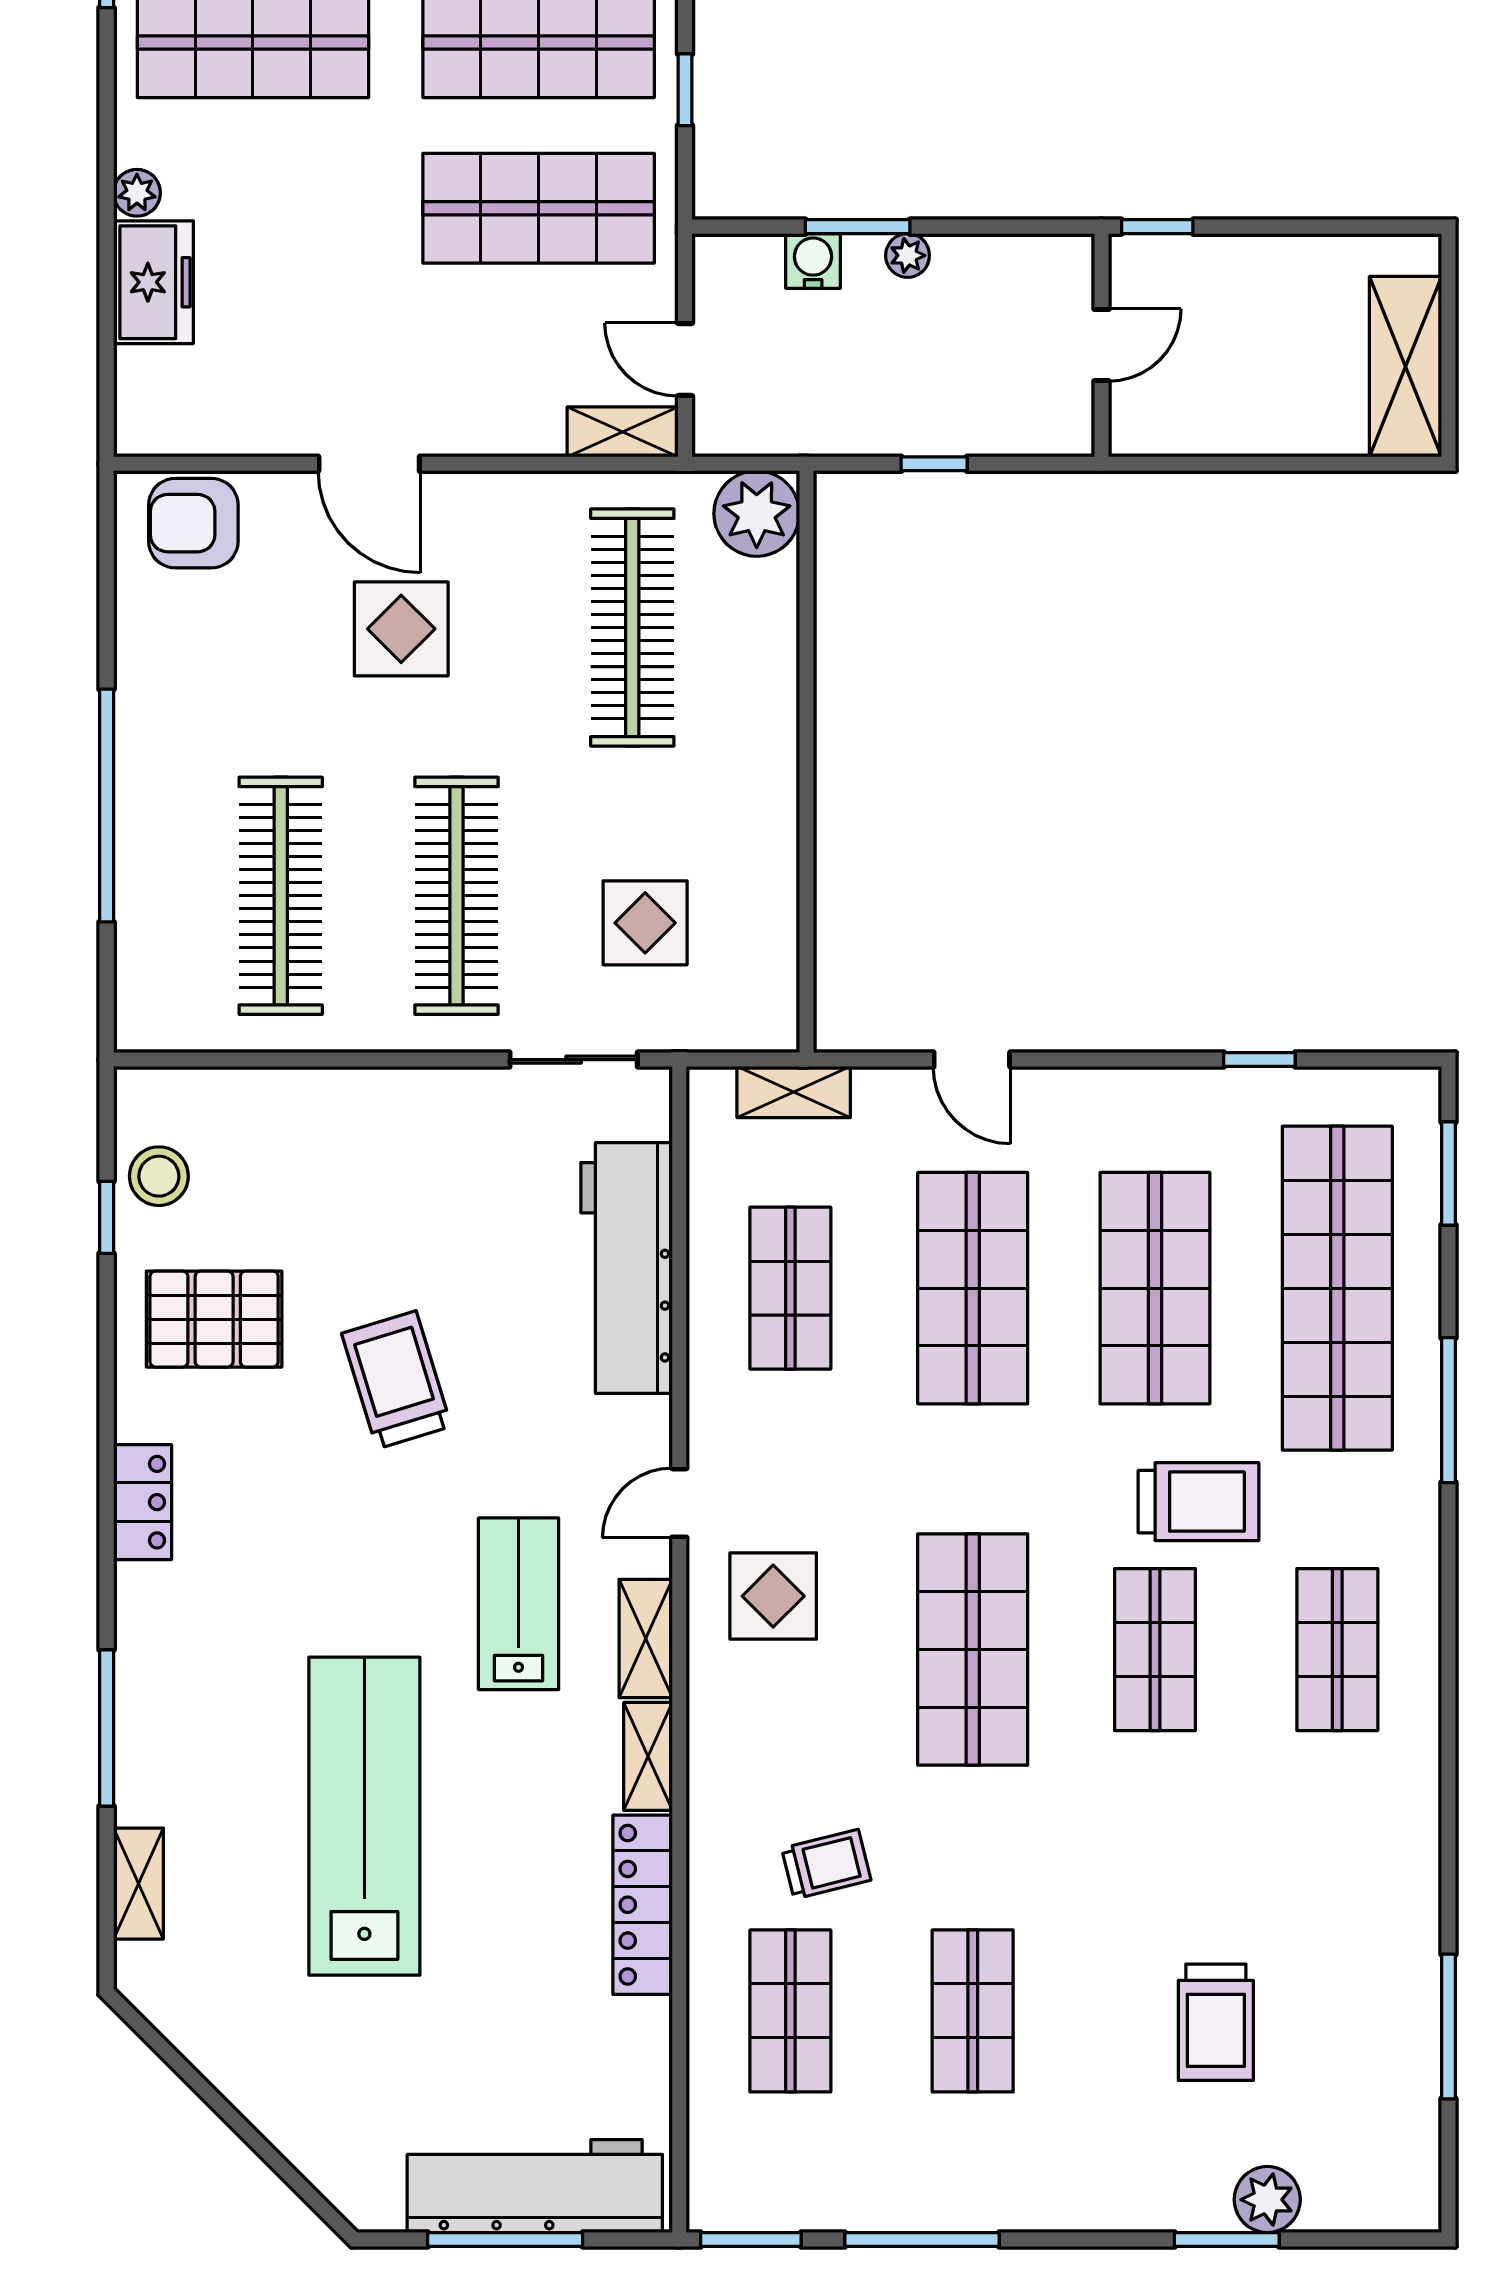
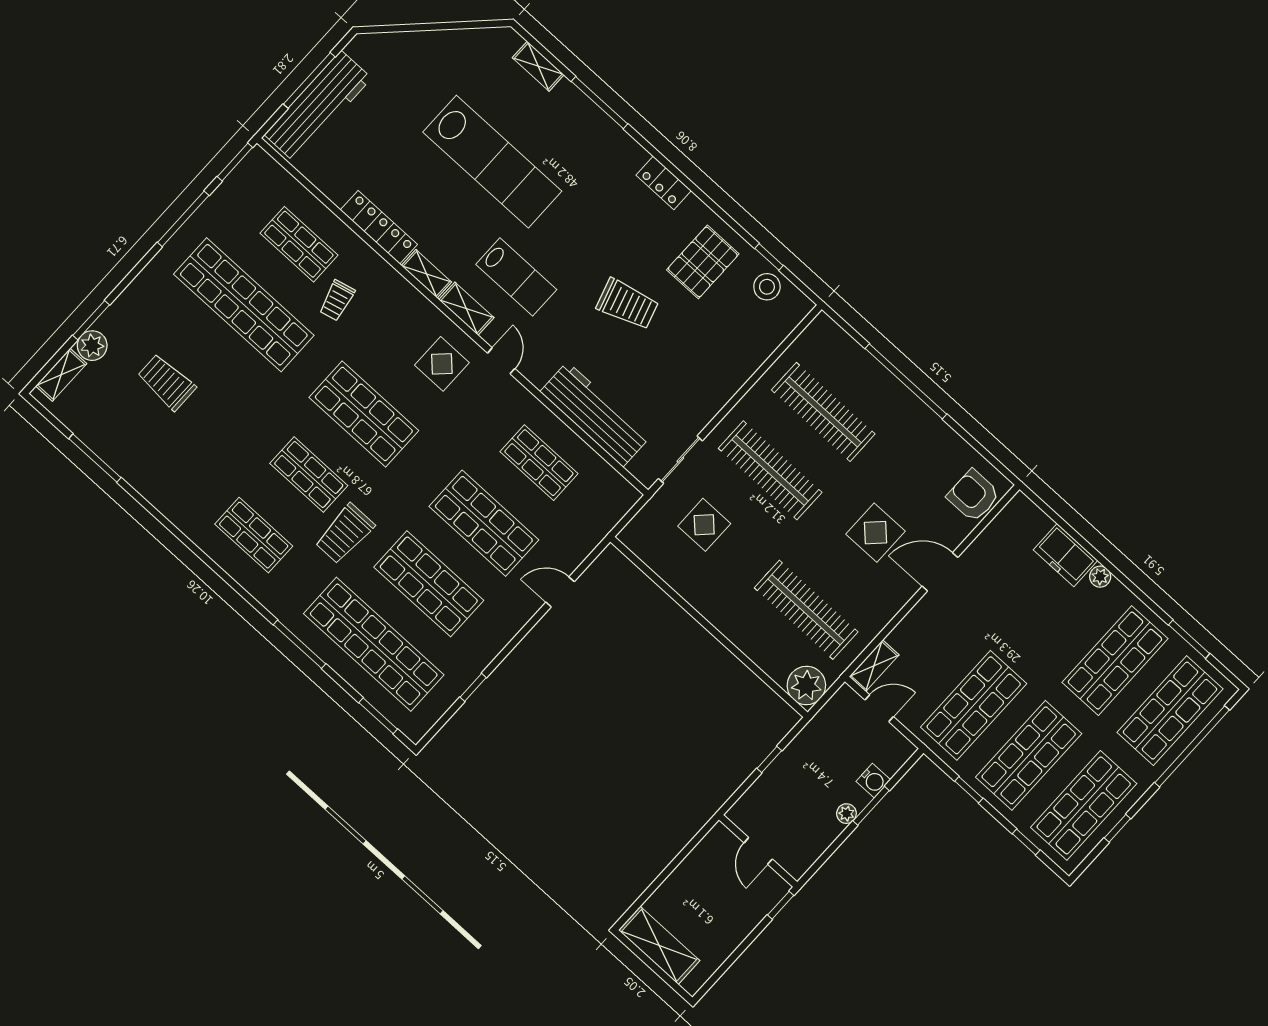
armchair: (193, 523) -> (973, 496), turned -90
shelving: (794, 1092) -> (61, 375), moved
shop shelf: (973, 2011) -> (244, 305), width x2.00, depth x1.36

